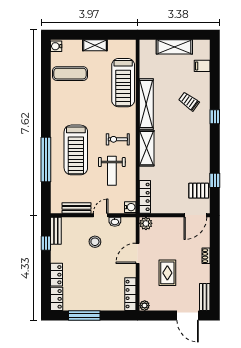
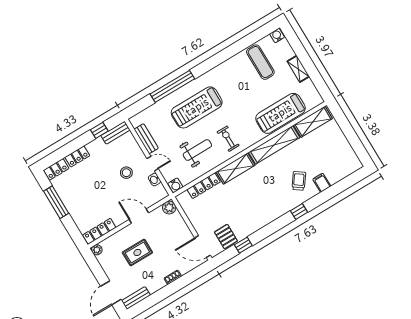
shelving: (174, 47) -> (313, 122), moved, turned 90
filing cabinet: (202, 66) -> (322, 183), moved
weight bench: (112, 171) -> (197, 150), turned 180
locker: (145, 197) -> (204, 186), moved

